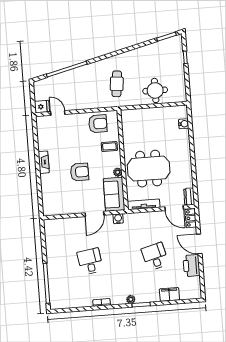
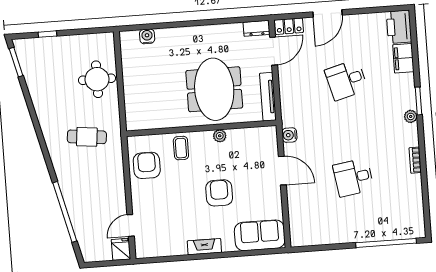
sofa: (114, 194) -> (260, 235), moved, turned 180
printer: (191, 266) -> (399, 27), moved, turned 90

